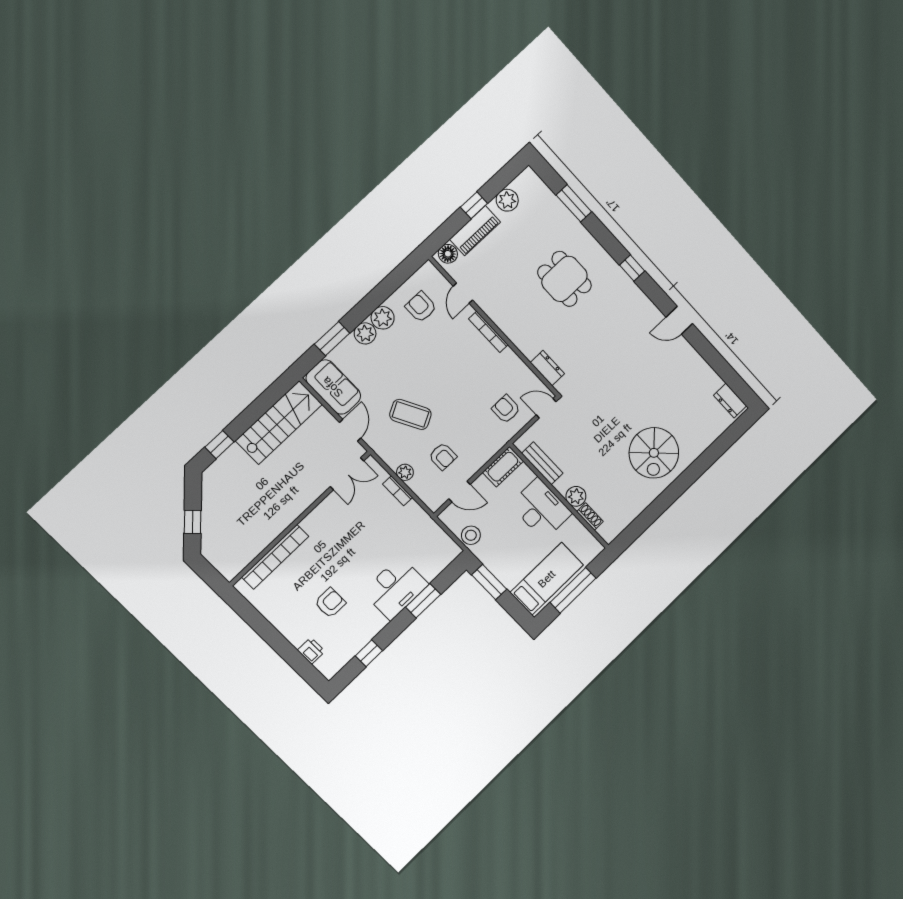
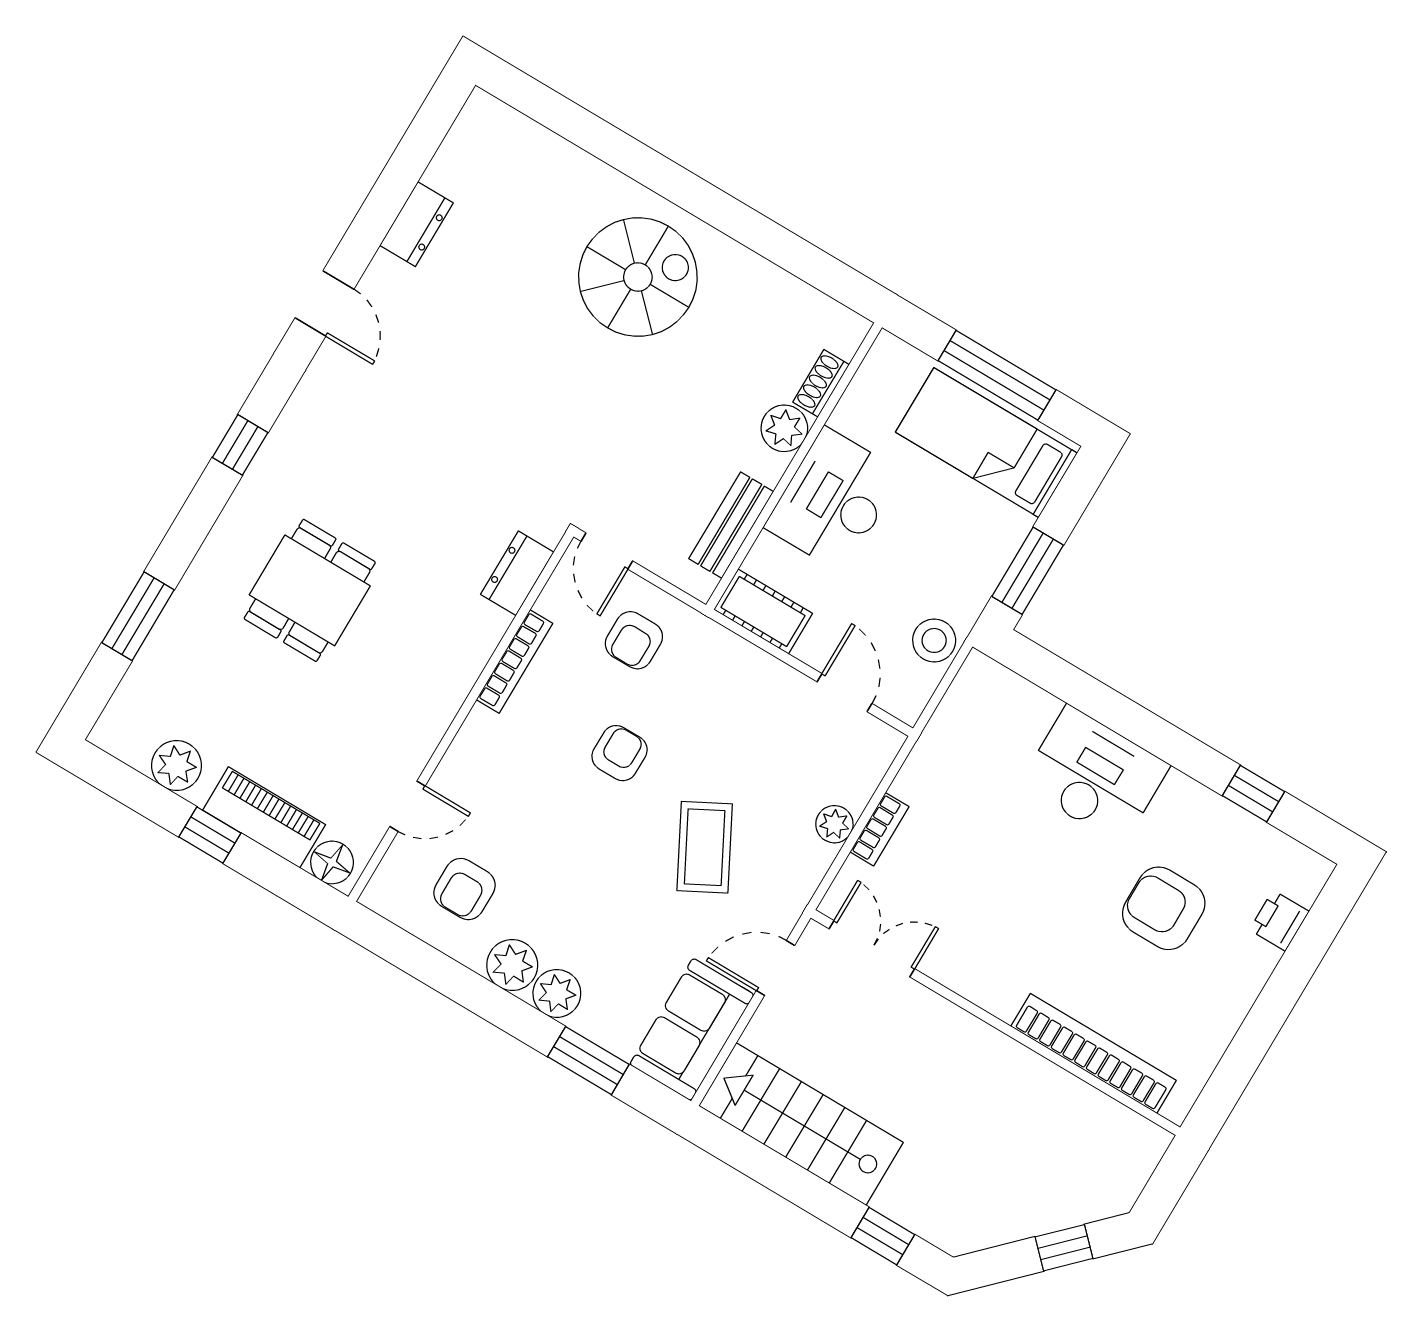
bookcase: (488, 332) -> (515, 661), moved
dresser: (730, 401) -> (417, 224), moved
armchair: (443, 456) -> (620, 753), moved
window: (423, 601) -> (1107, 706), removed
armchair: (330, 603) -> (1164, 908), width x1.38, depth x1.38

